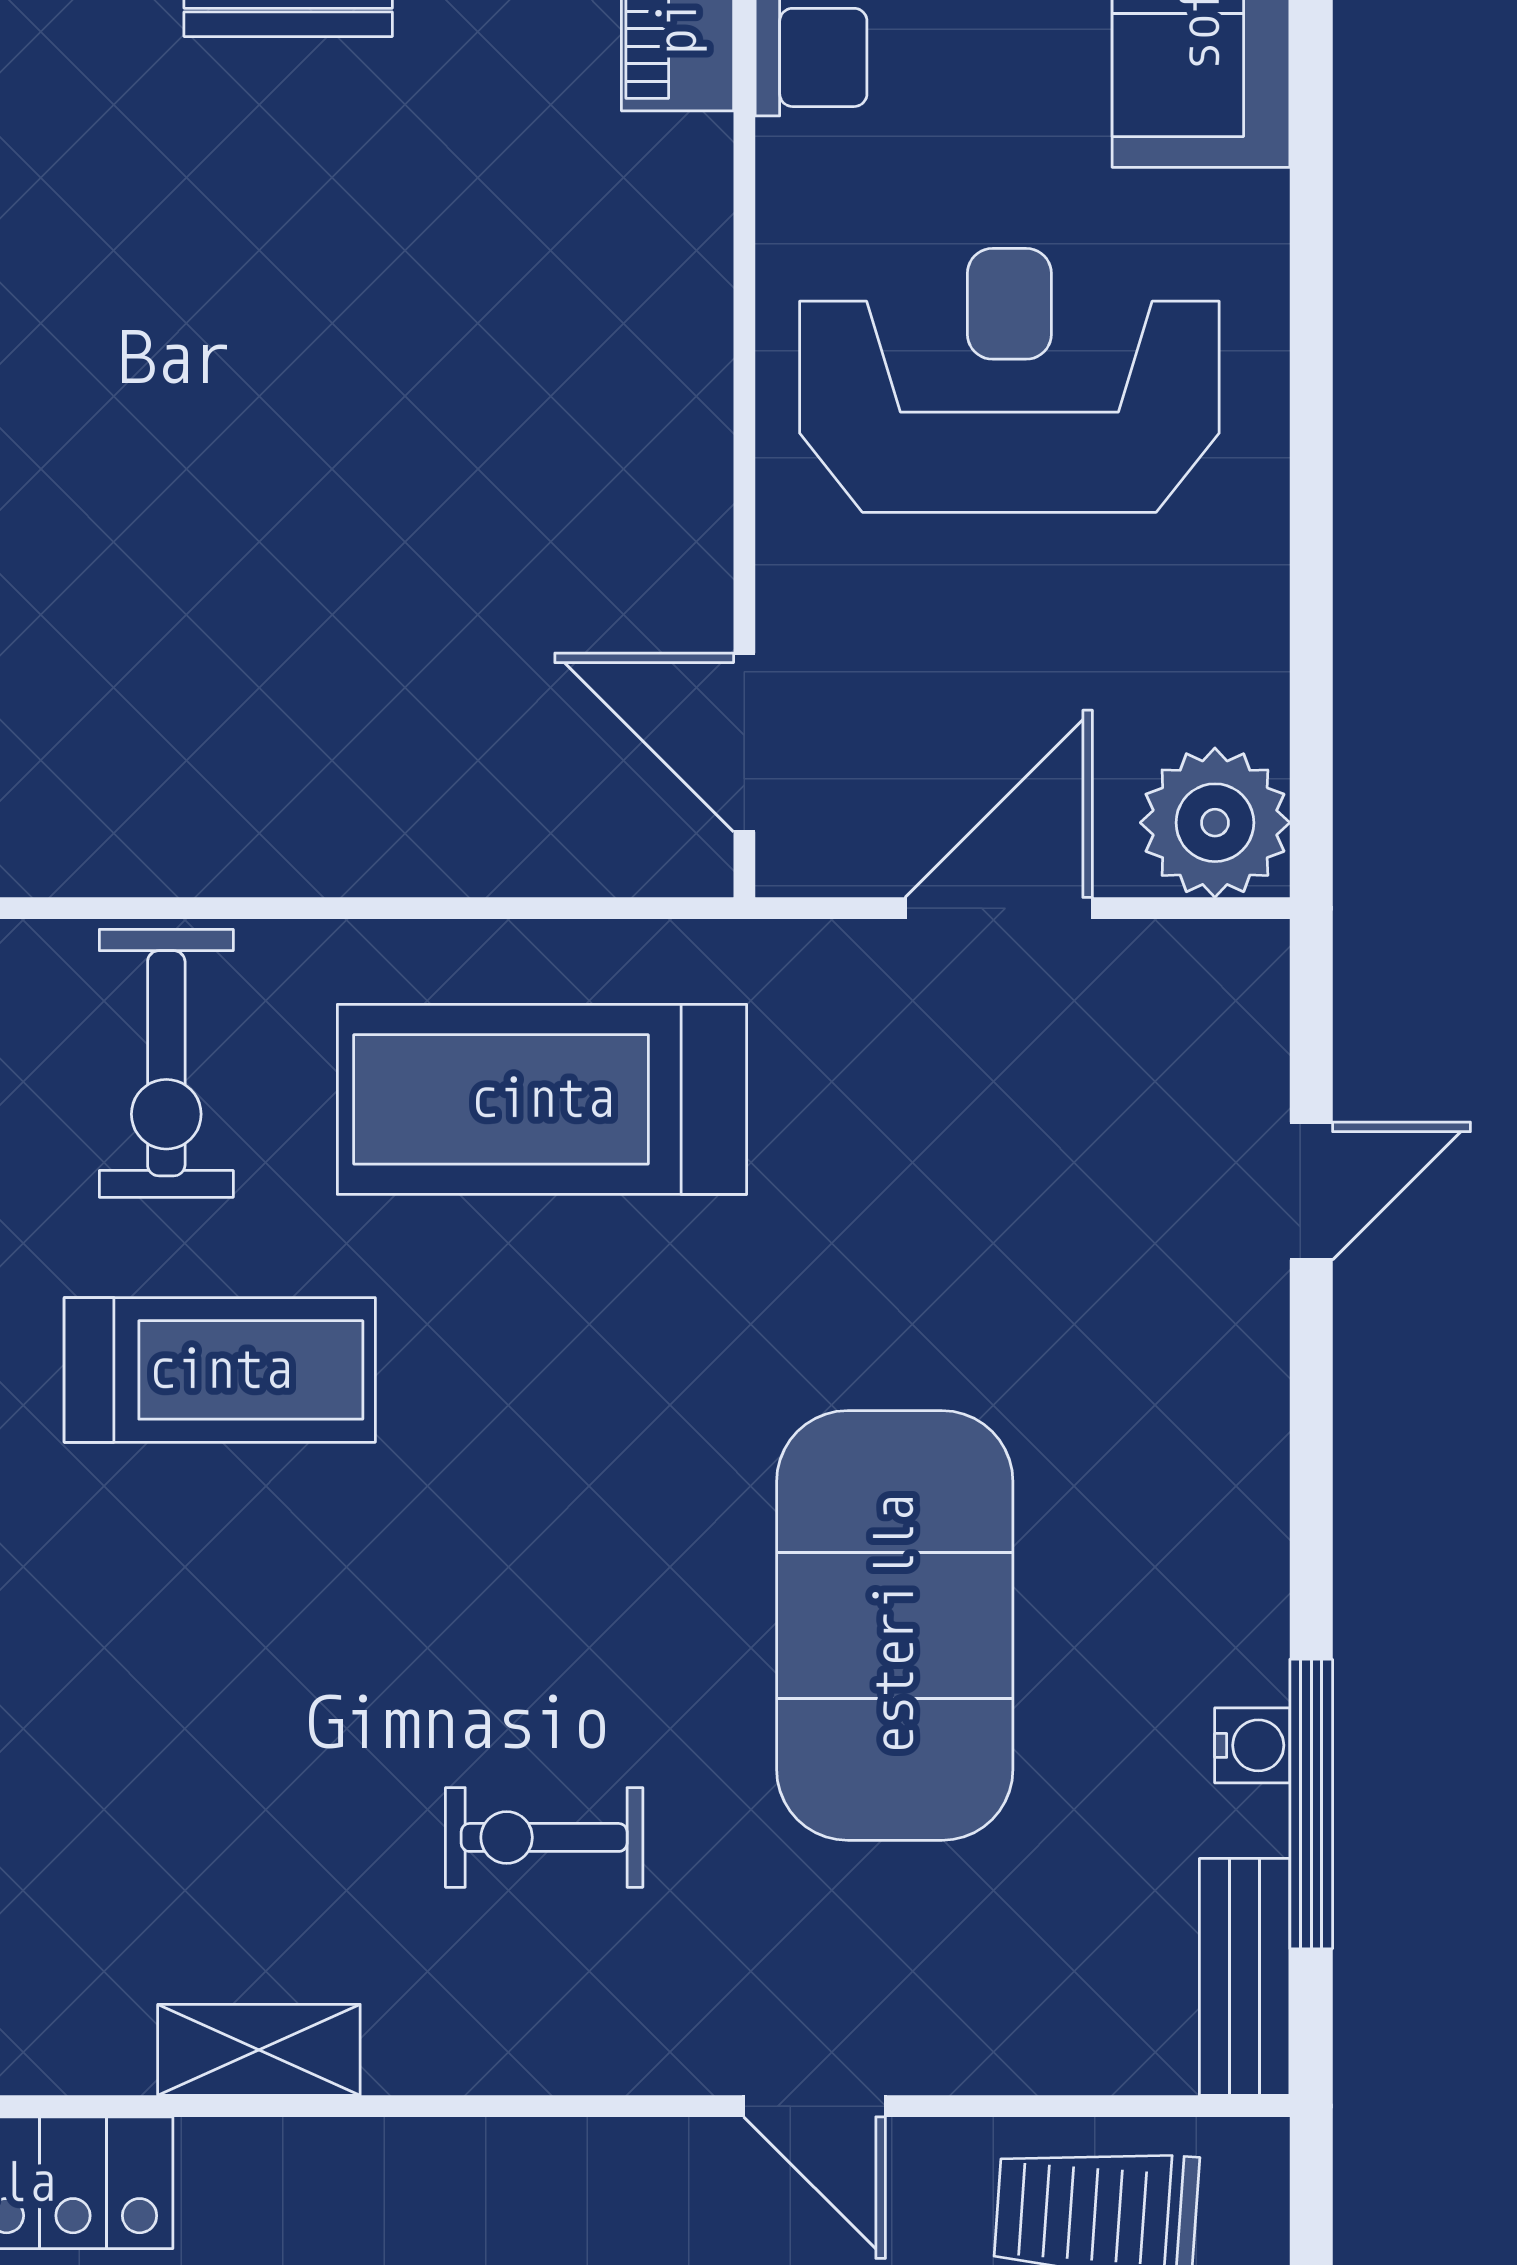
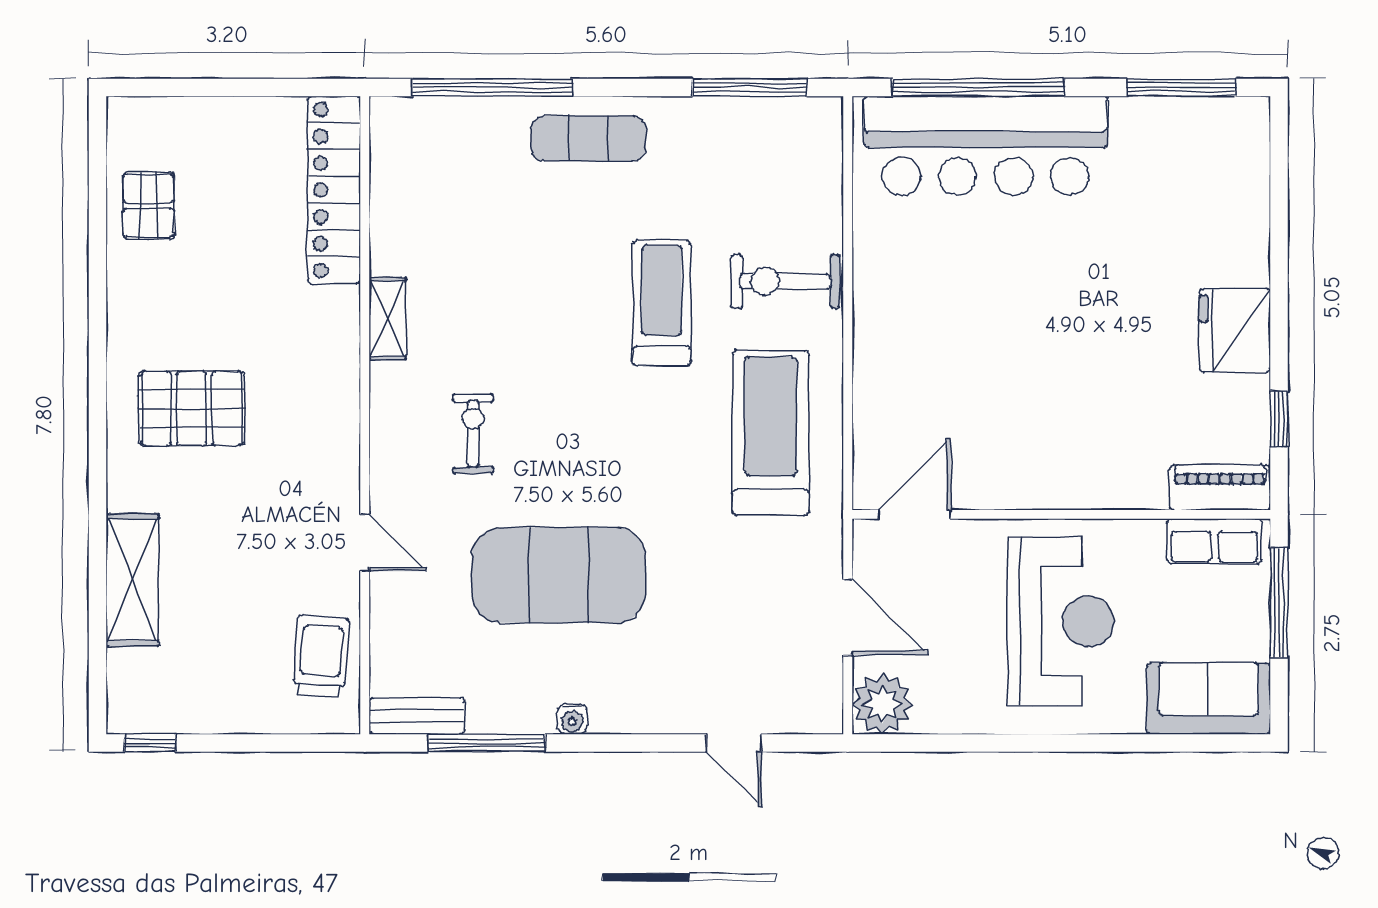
treadmill: (220, 1370) -> (662, 303), turned 180
water cooler: (1252, 1745) -> (572, 719), moved
door: (815, 2106) -> (365, 543), swing flipped

